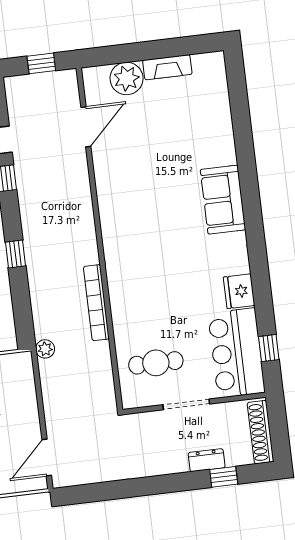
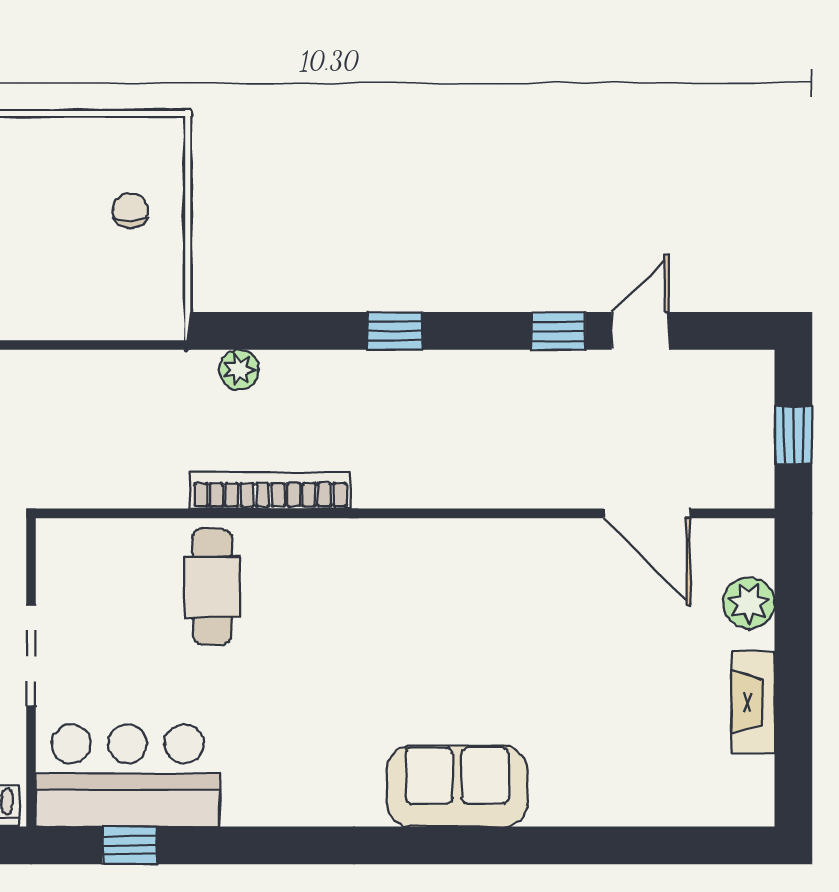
plant: (127, 78) -> (749, 603), width x0.73, depth x0.73
fridge: (239, 291) -> (258, 797), removed
plant: (45, 349) -> (239, 370), moved
cafe table: (156, 363) -> (212, 587), moved

